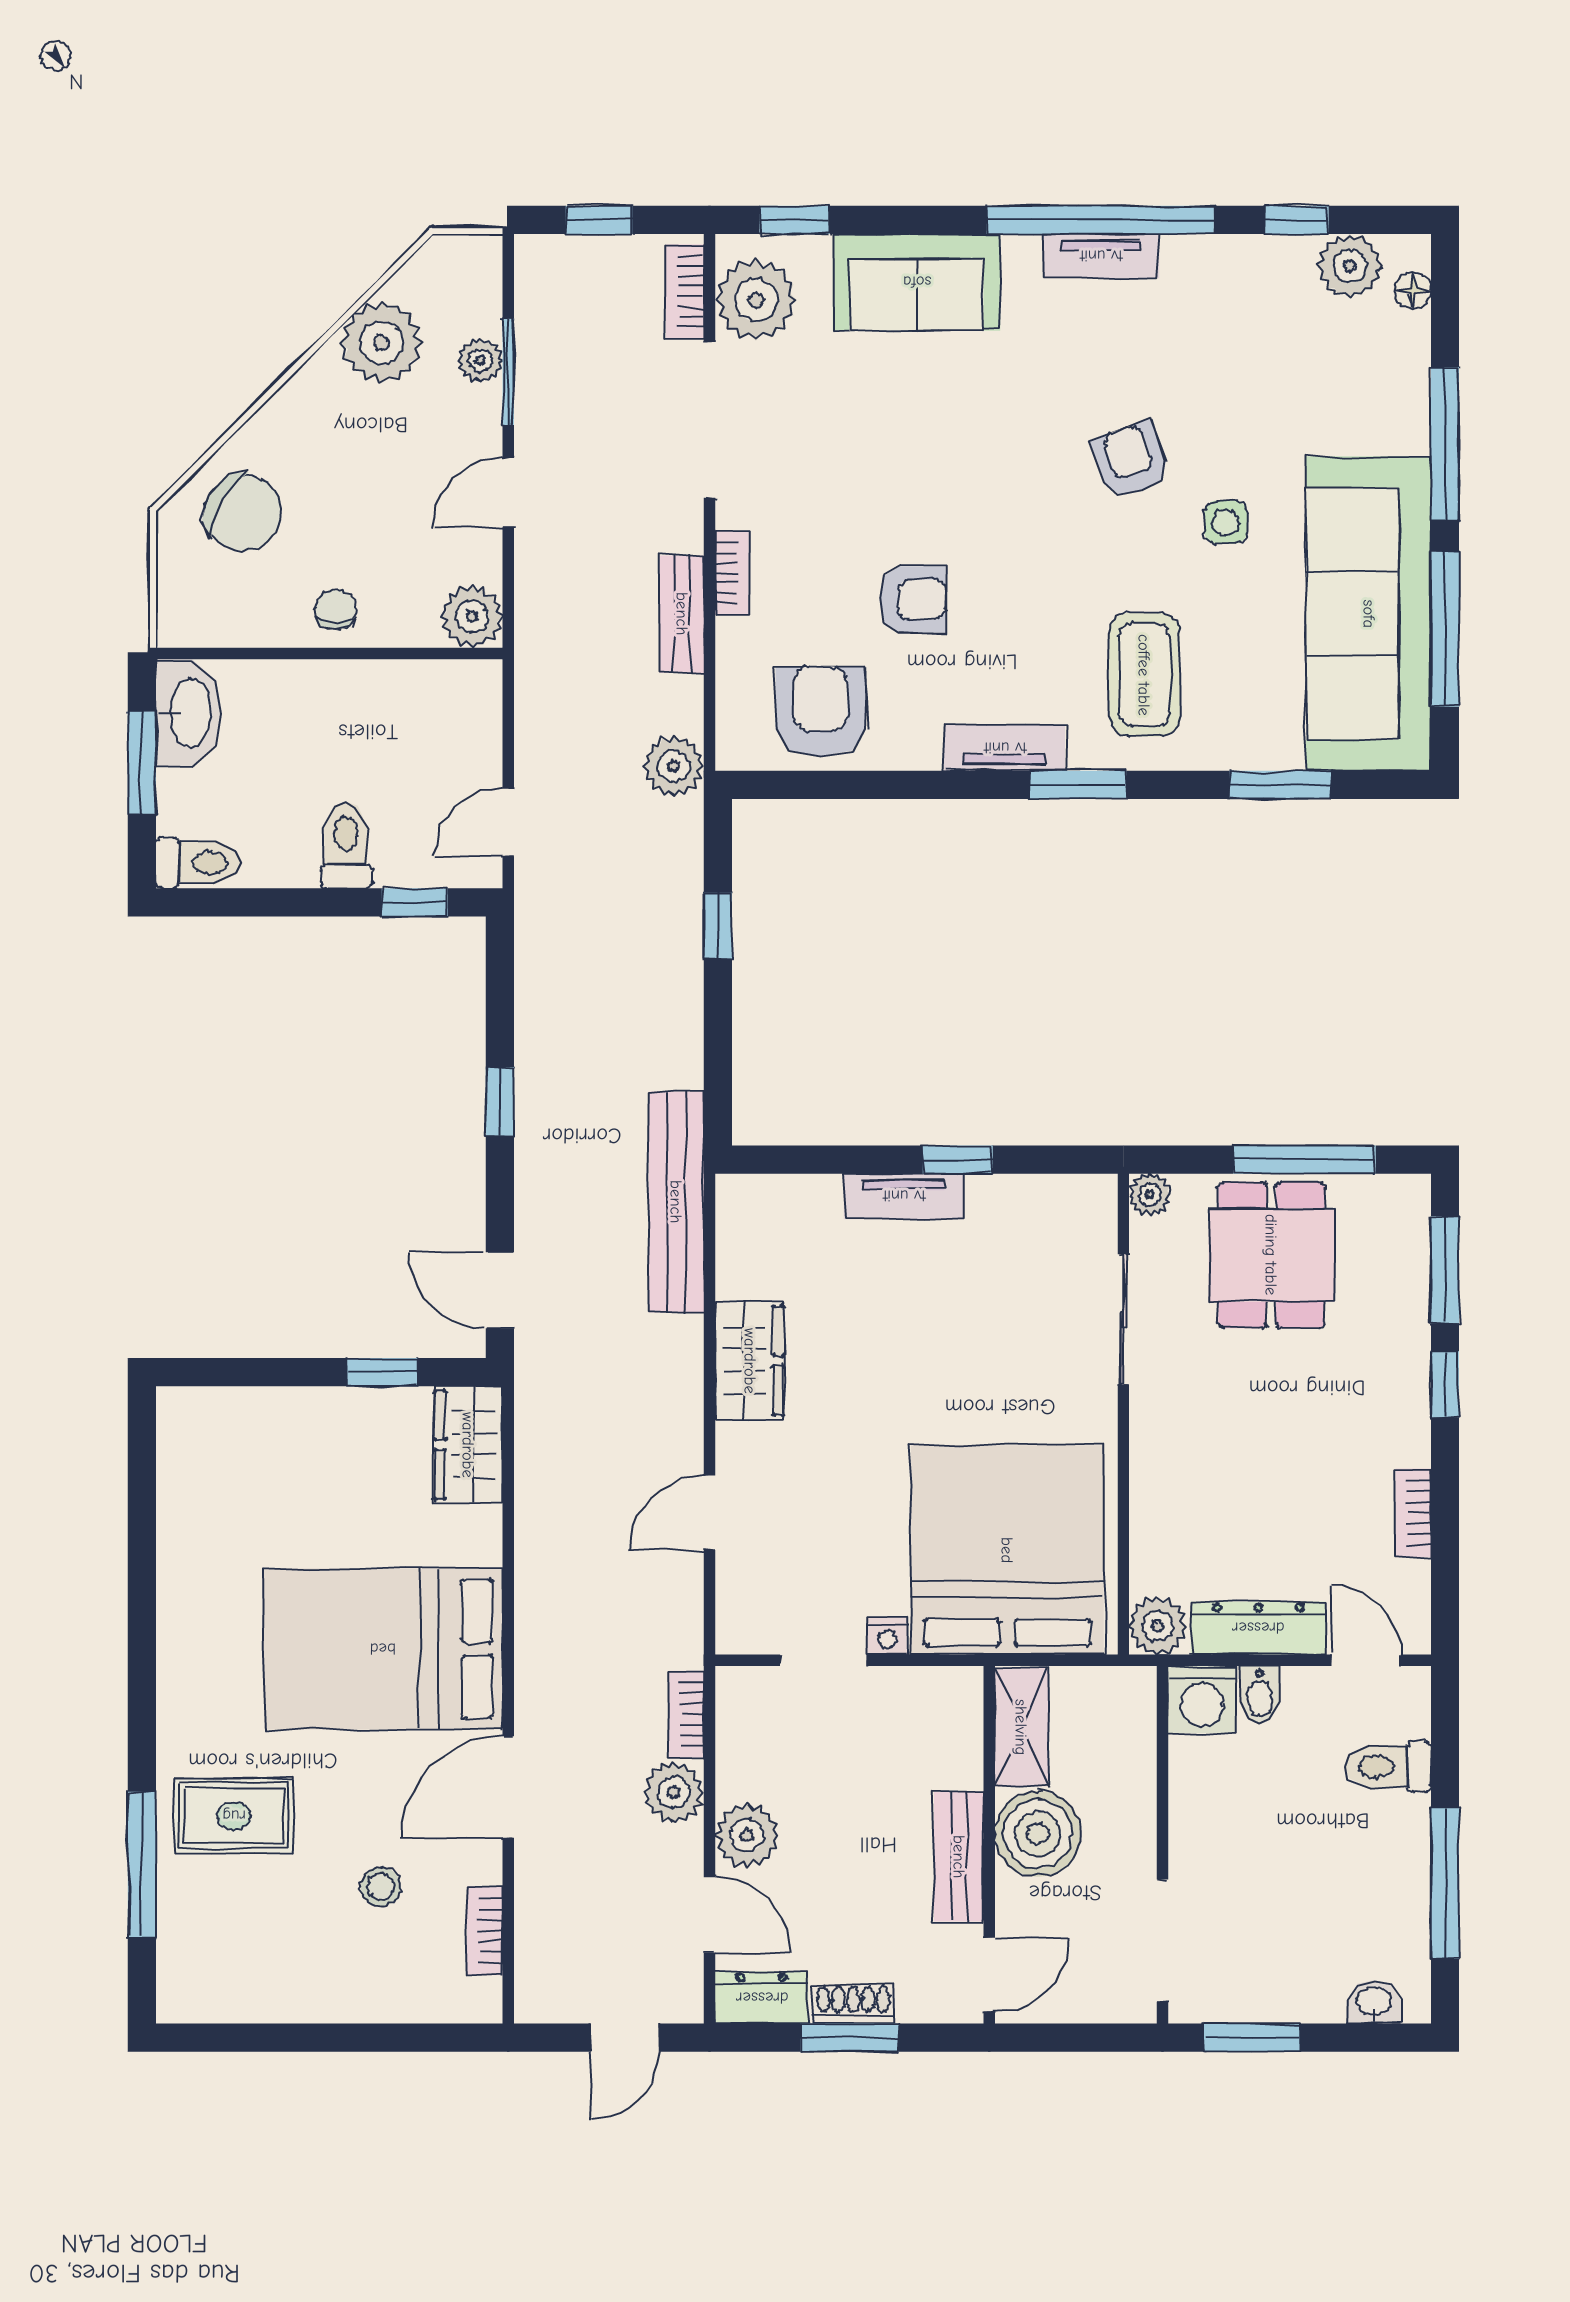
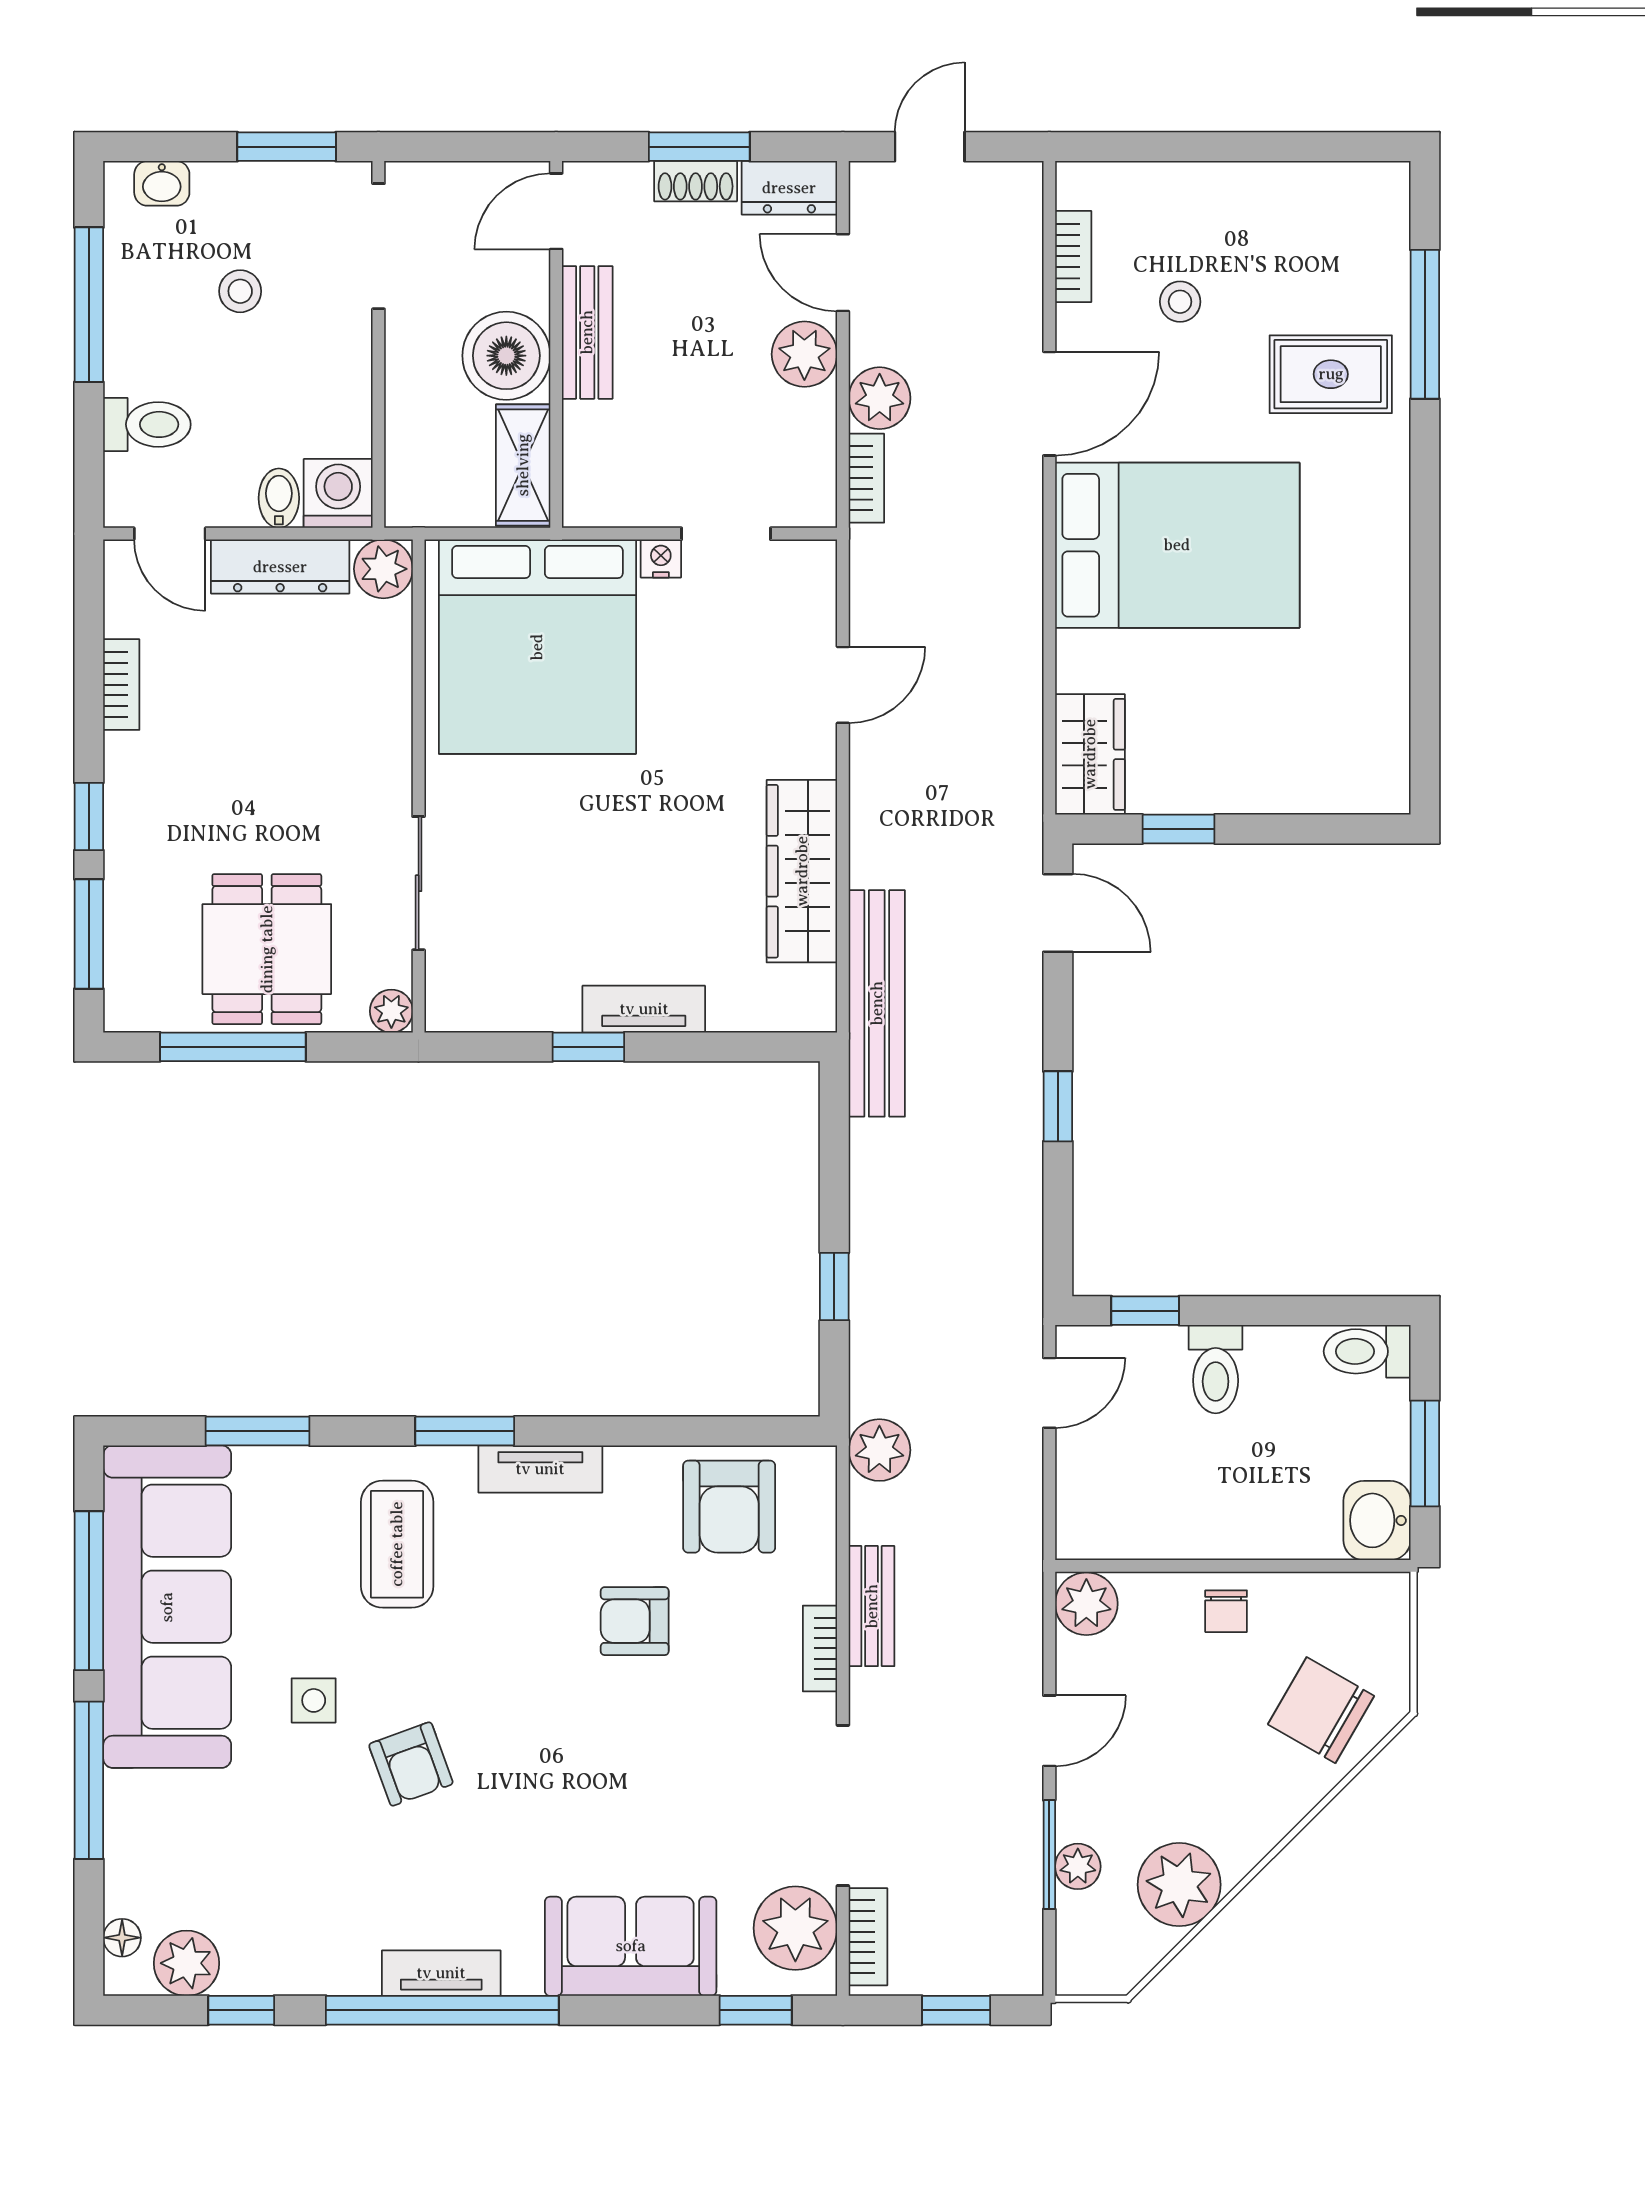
washbasin: (189, 713) -> (1377, 1520), width x0.72
wardrobe: (750, 1361) -> (802, 871), width x1.50
stool: (1297, 1897) -> (240, 291), added

